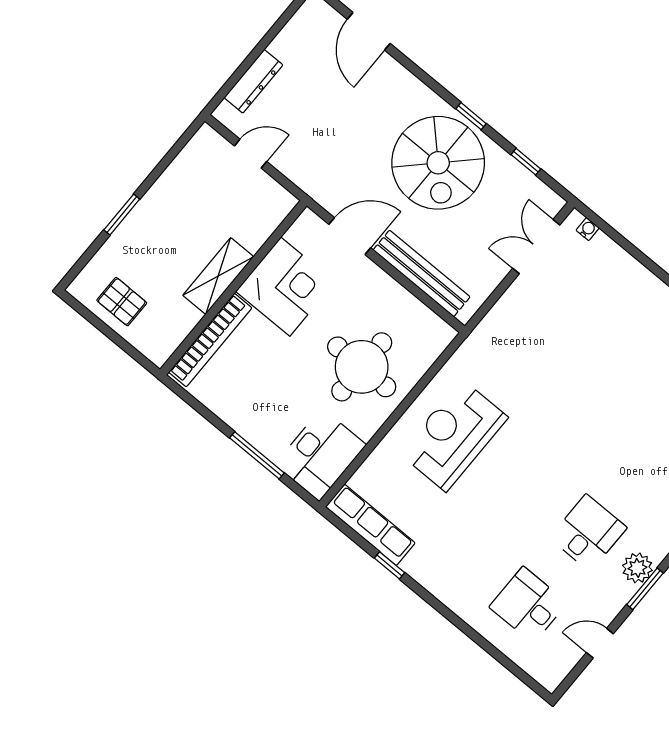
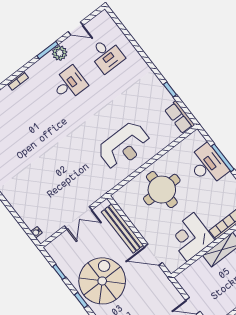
double door: (536, 247) -> (78, 218), moved
desk: (320, 455) -> (207, 165), moved, turned 90
row of seats: (370, 525) -> (179, 117), width x0.68
desk: (588, 533) -> (69, 84), turned 180
plant: (637, 568) -> (60, 53), moved

